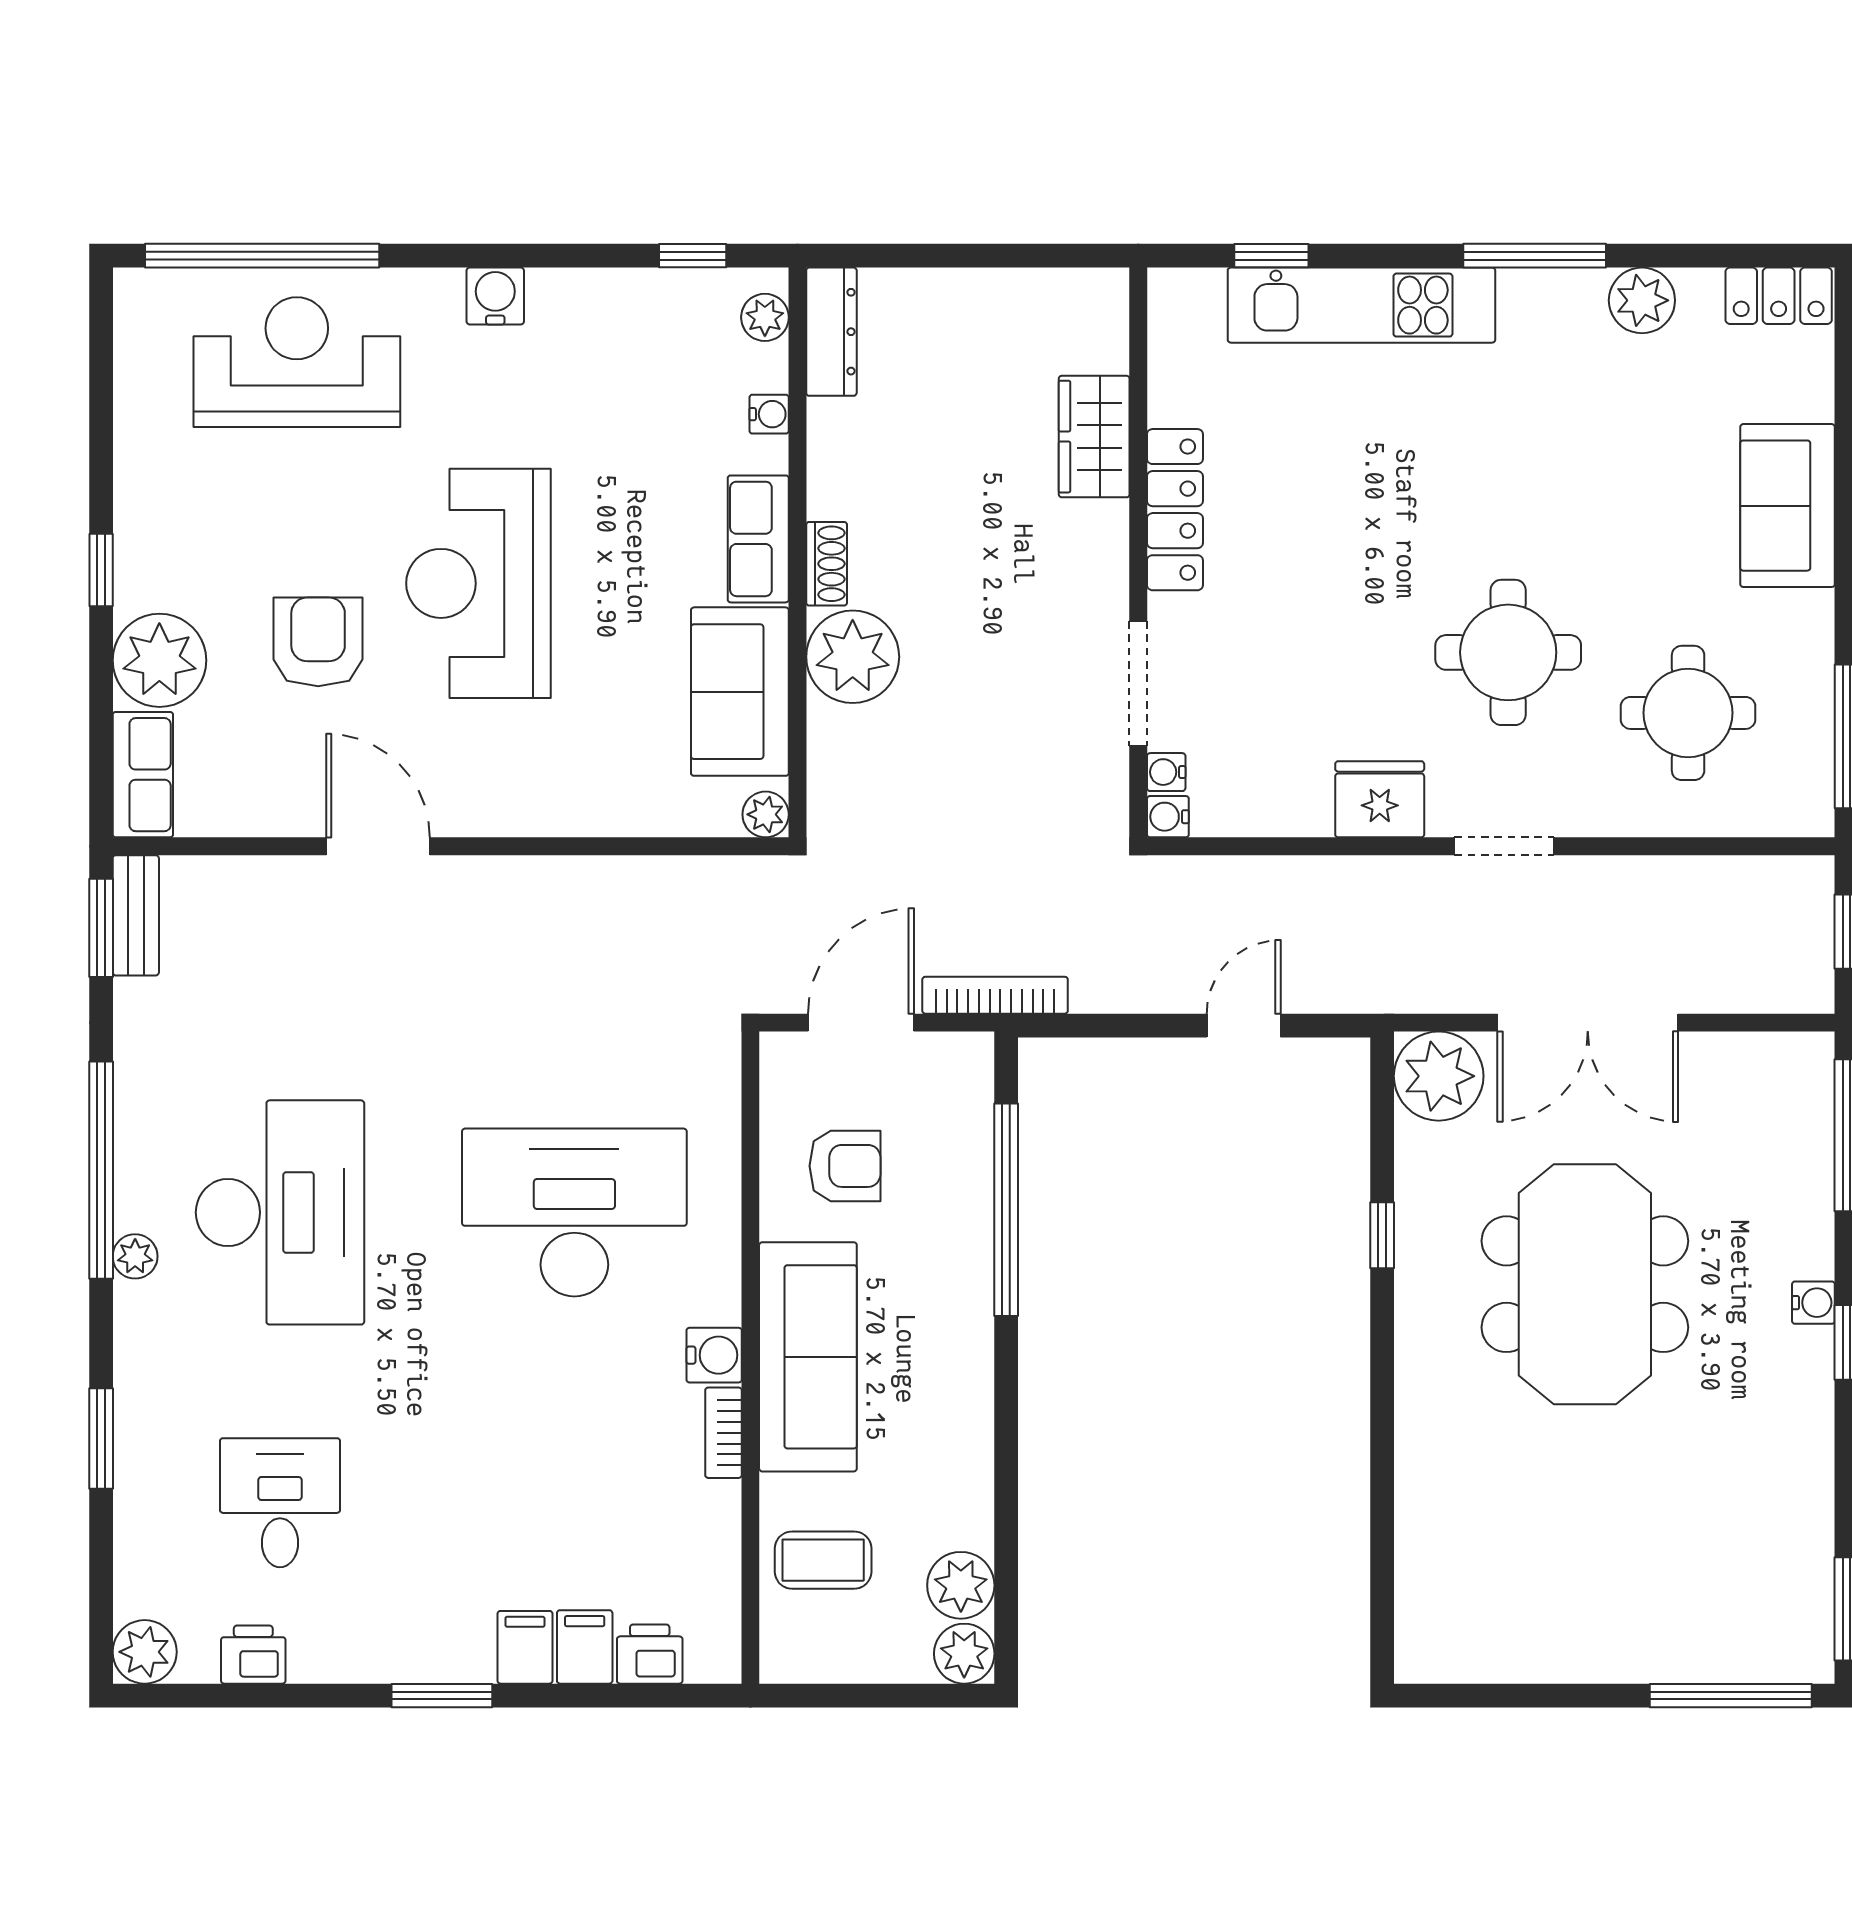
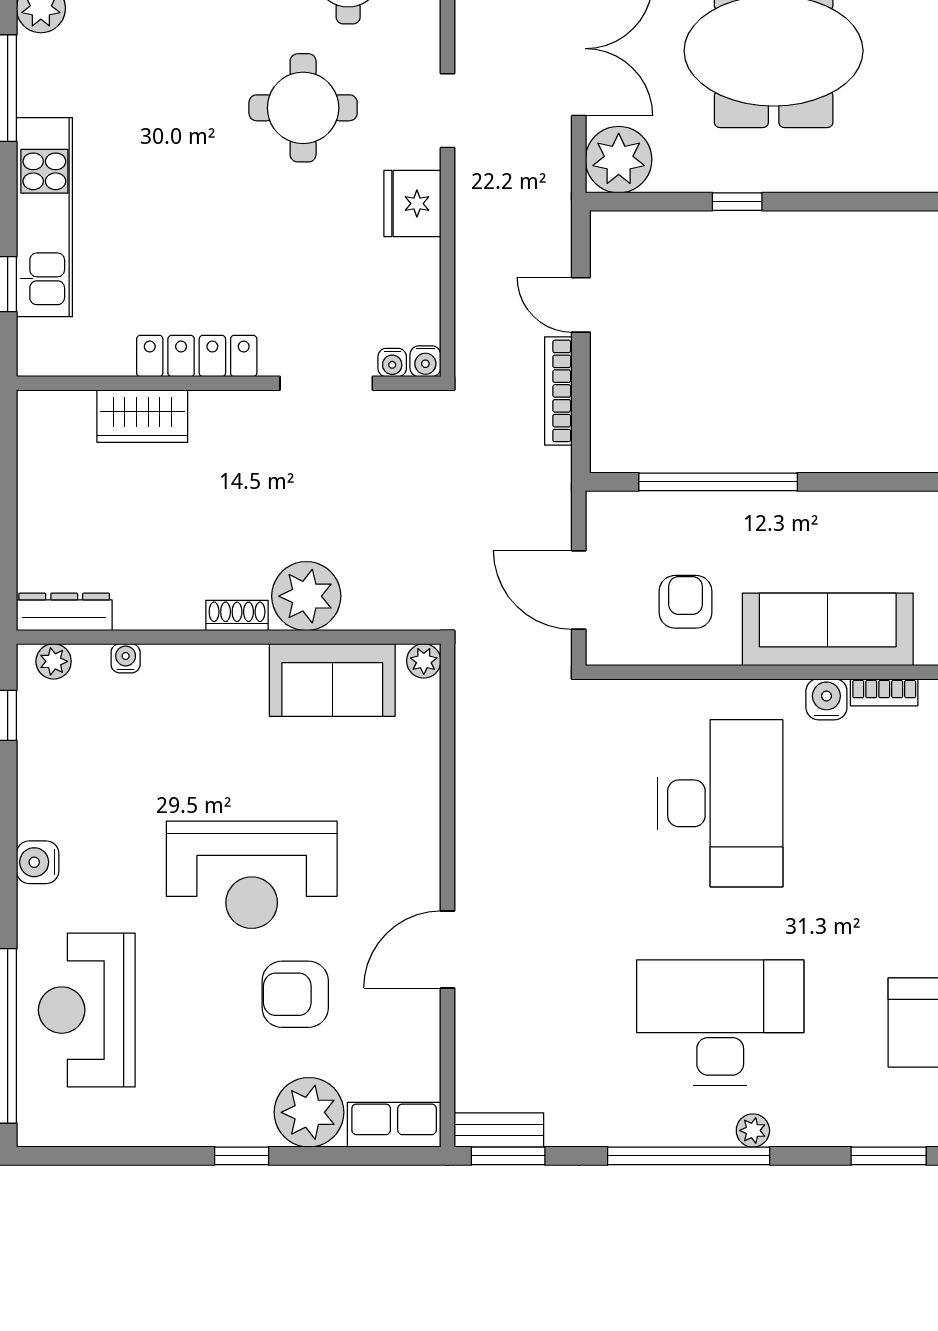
row of seats: (758, 539) -> (219, 666), removed
bookcase: (995, 995) -> (558, 391), moved
desk: (574, 1212) -> (720, 803), turned 180

